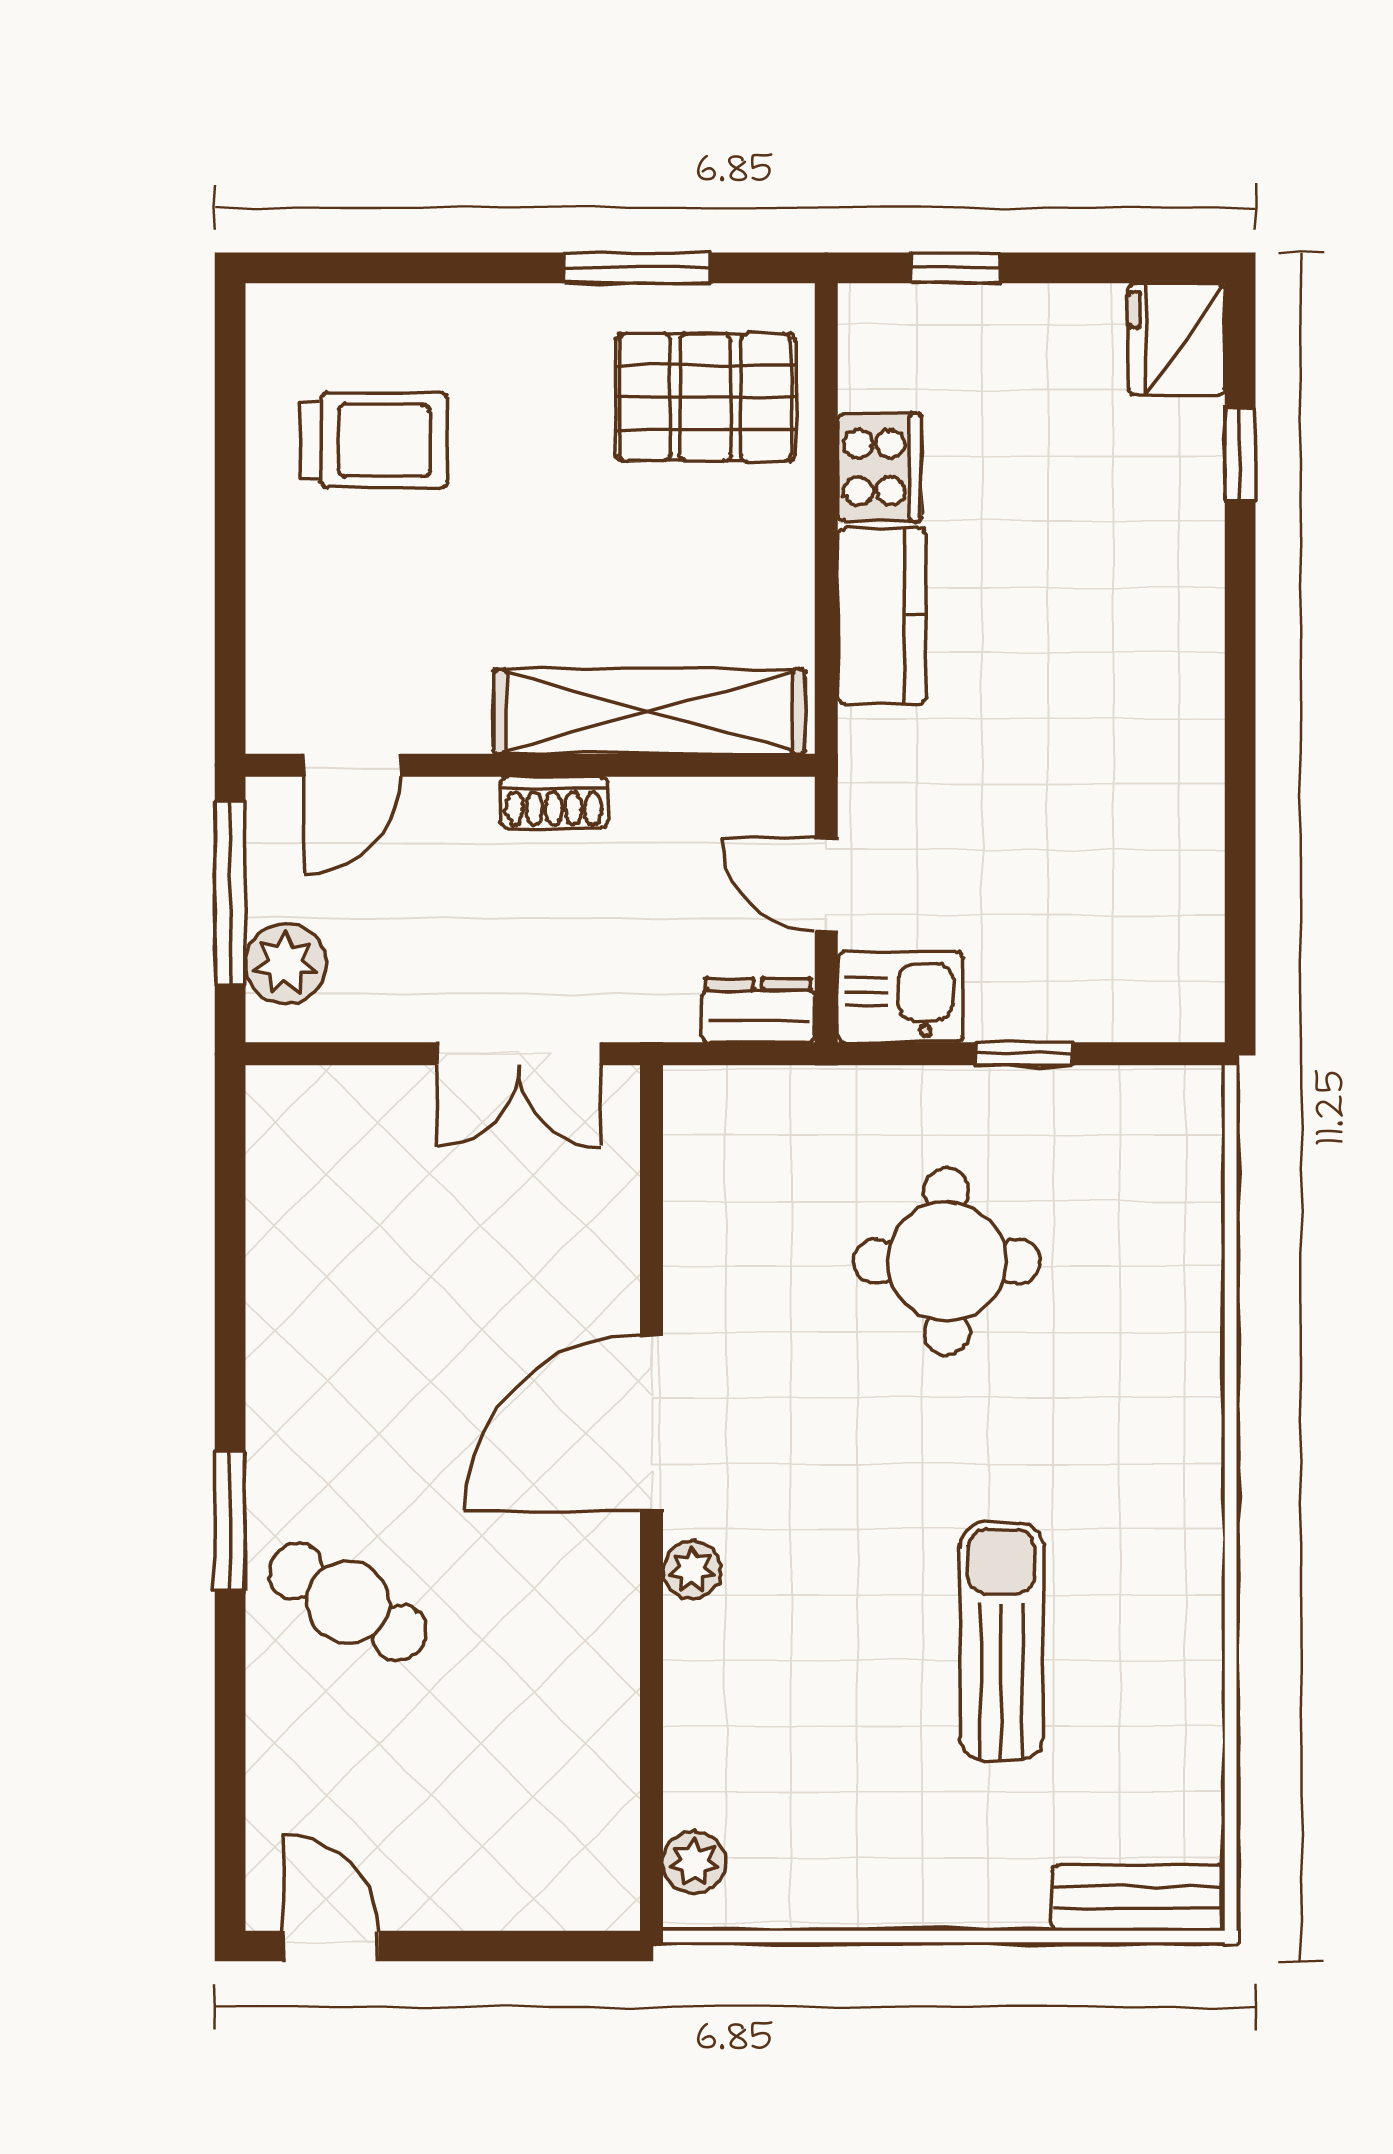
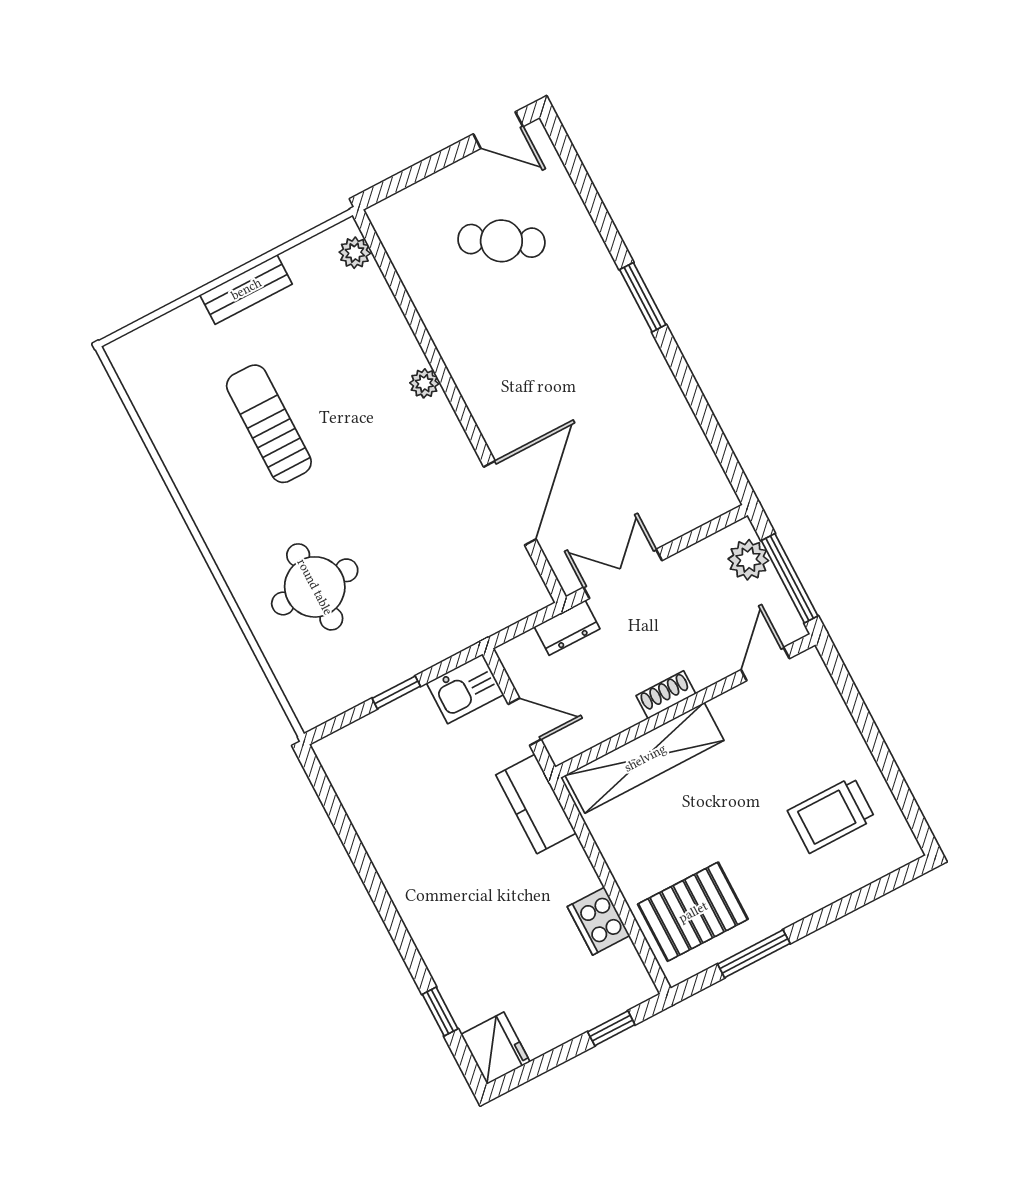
kitchen counter: (882, 616) -> (536, 804), moved
dresser: (758, 1010) -> (567, 628), moved
round table: (947, 1261) -> (315, 587), moved
door: (652, 1423) -> (510, 503), moved
cafe table: (348, 1602) -> (501, 241), moved
sun lounger: (1001, 1641) -> (269, 424), turned 180
bench: (1139, 1898) -> (246, 289), moved

